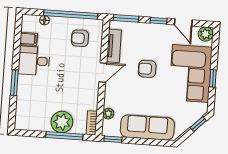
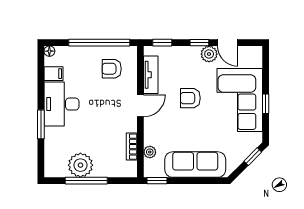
window: (126, 18) -> (162, 43), width x0.67
floor lamp: (44, 20) -> (49, 51), moved
plant: (205, 34) -> (209, 54), moved
desk: (34, 61) -> (61, 104), width x1.37
plant: (62, 122) -> (80, 165), moved
bookcase: (92, 123) -> (132, 147), moved
window: (64, 136) -> (86, 181), moved

